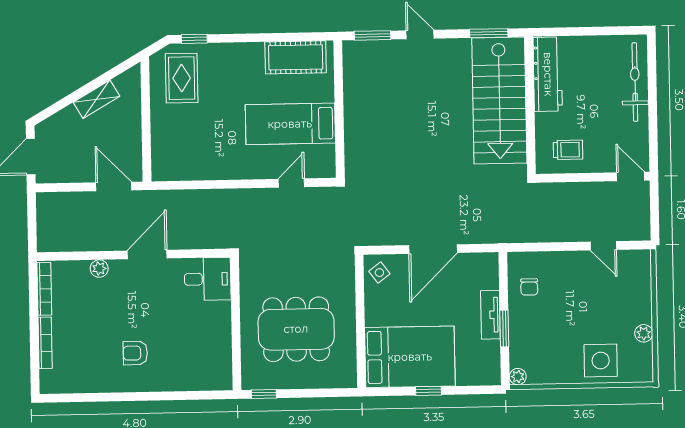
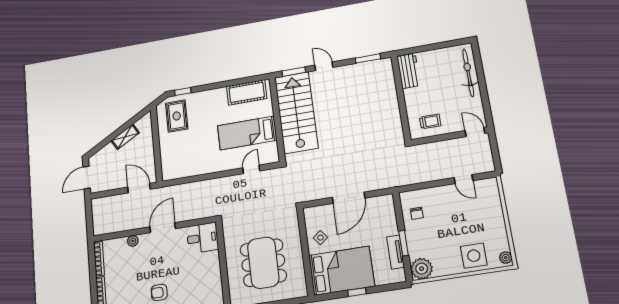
workbench: (548, 74) -> (409, 71), width x0.73
stairs: (499, 100) -> (296, 112), moved, turned 180
side table: (379, 273) -> (320, 238), moved
tv unit: (490, 315) -> (395, 252), moved
dining table: (296, 329) -> (263, 263), turned 90
plant: (644, 333) -> (506, 258), moved
plant: (518, 377) -> (422, 269), width x1.88, depth x1.88

